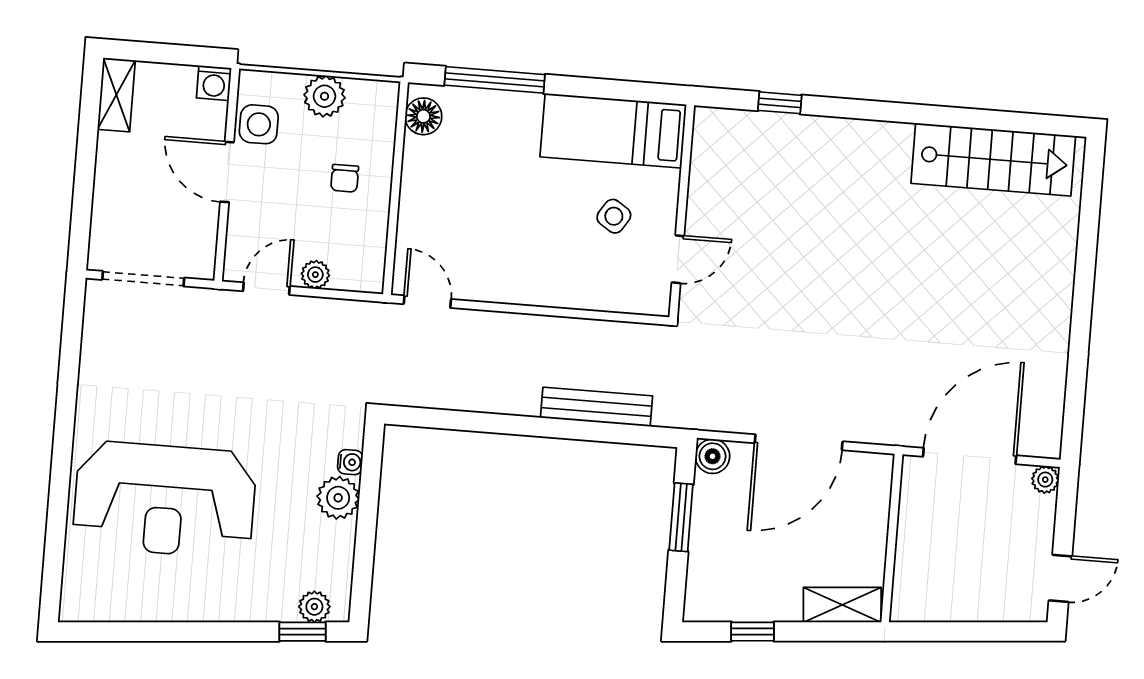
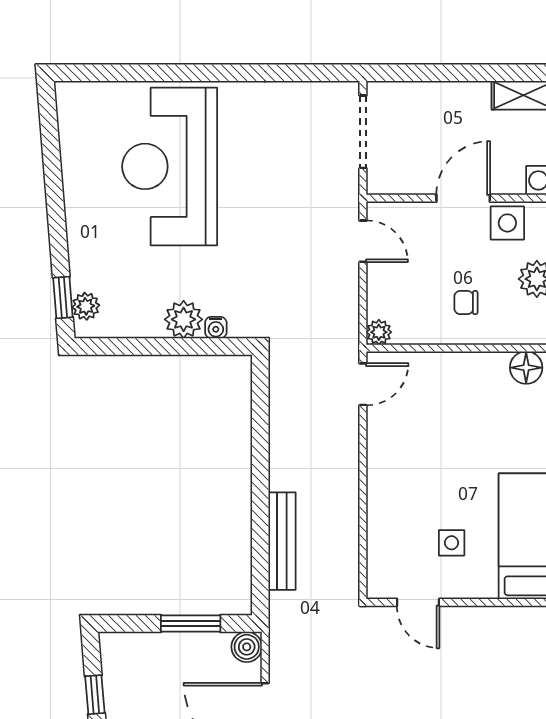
side table: (614, 216) -> (452, 543), turned -33
plant: (315, 275) -> (379, 332), moved

